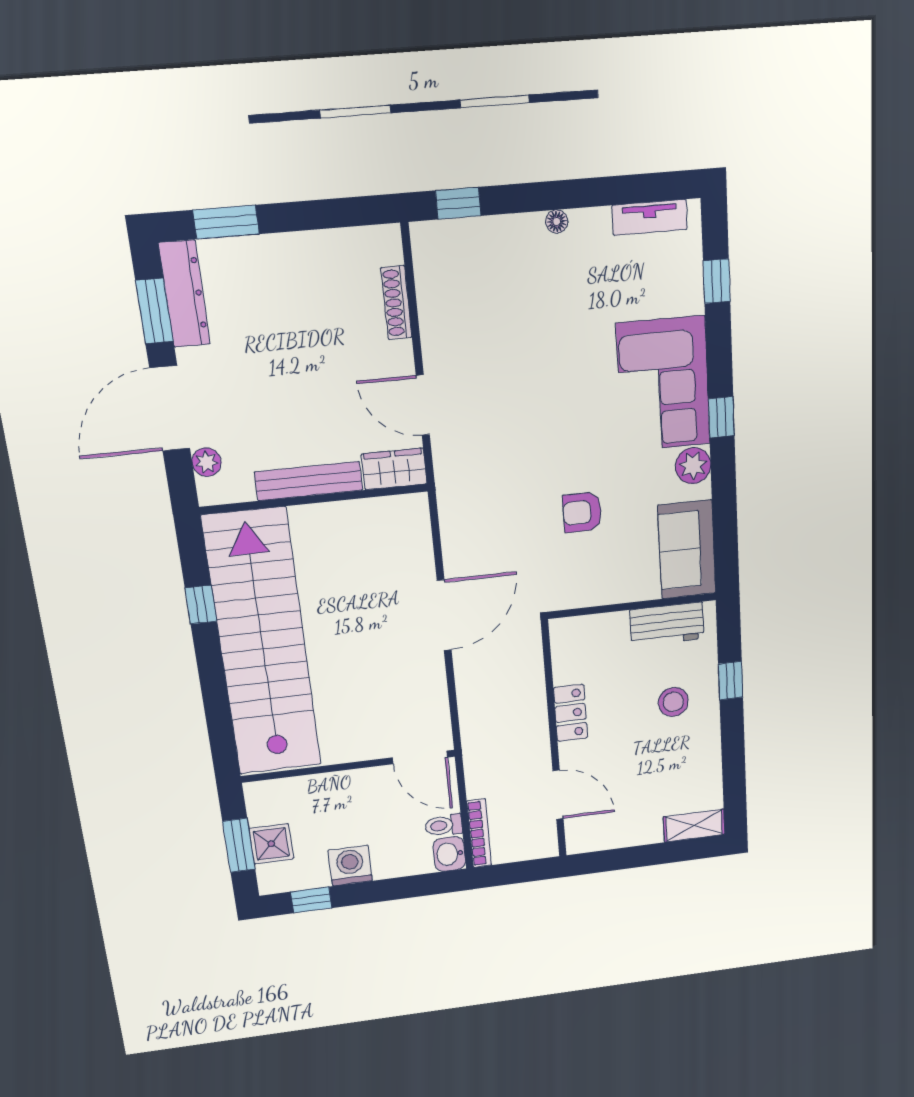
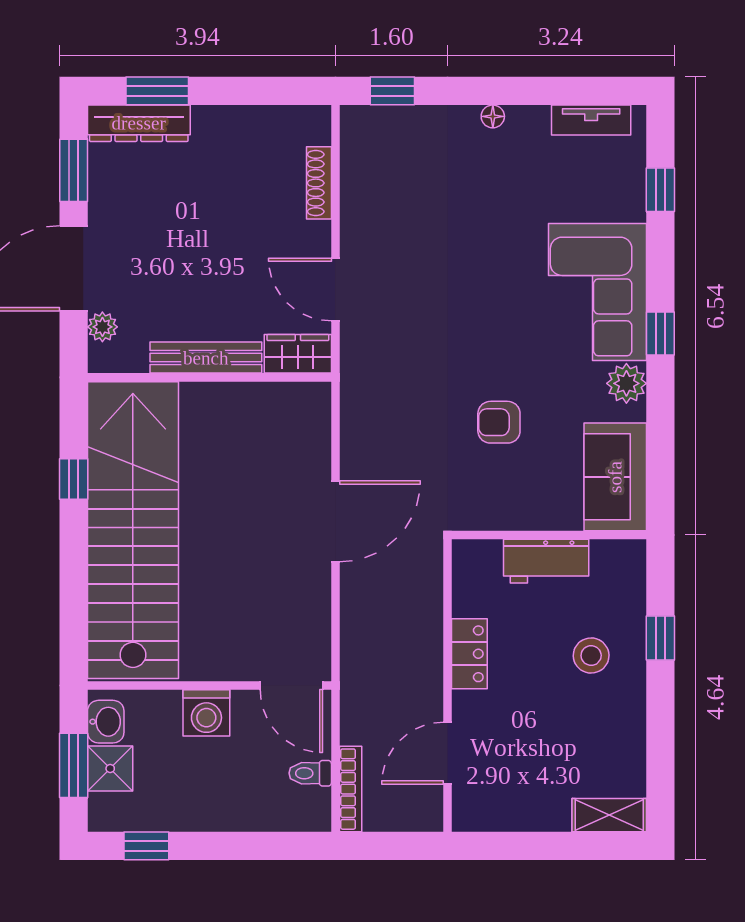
dresser: (184, 294) -> (139, 123), moved, turned 90
workbench: (667, 624) -> (546, 561), moved
door: (558, 795) -> (448, 753), swing flipped
washbasin: (449, 854) -> (106, 722), moved, turned 180
washing machine: (350, 866) -> (206, 713), moved, turned 180

